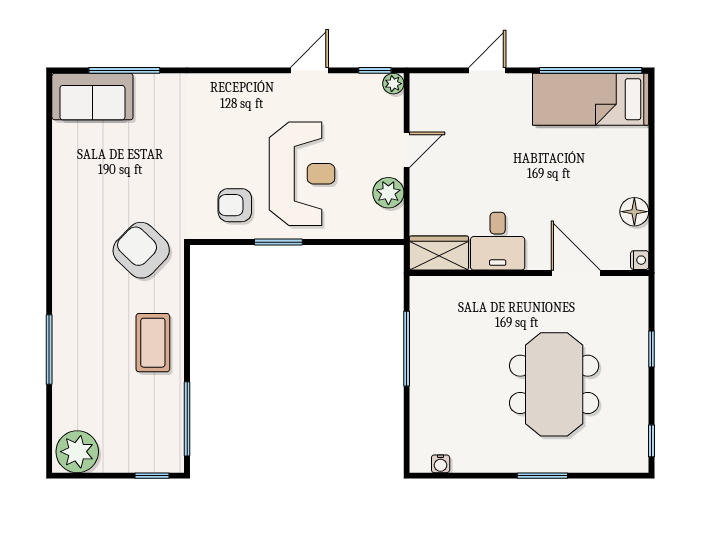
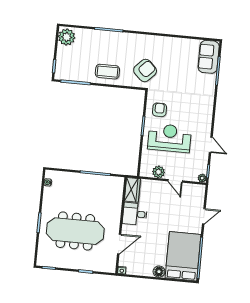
door: (487, 70) -> (204, 216), hinge flipped
bed: (591, 99) -> (183, 256), width x1.50
reception desk: (302, 174) -> (170, 138), turned 180
floor lamp: (634, 212) -> (159, 272), moved
meeting table: (554, 384) -> (75, 231), width x1.36

